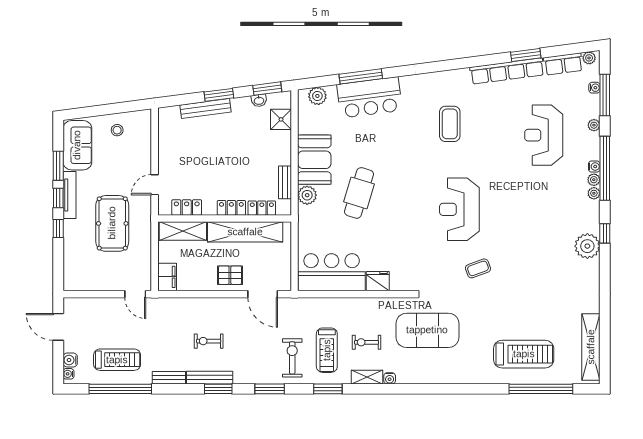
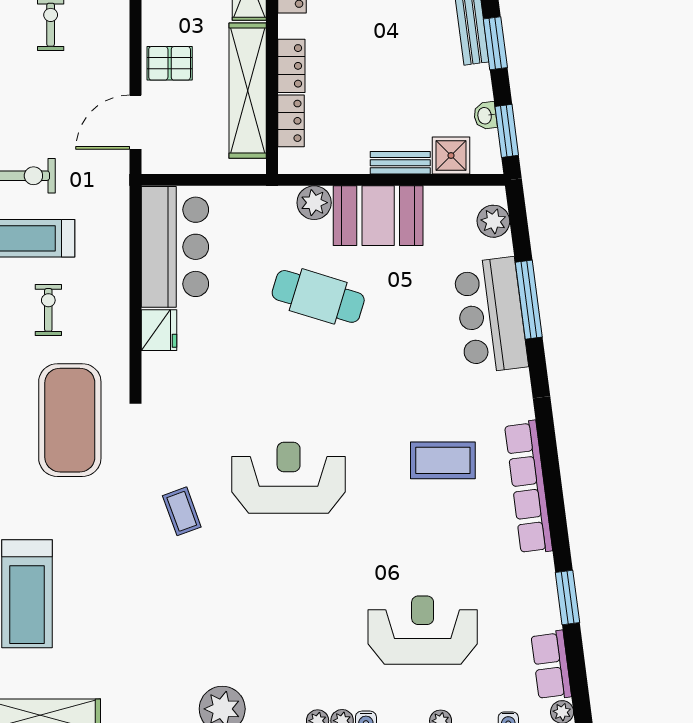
row of seats: (507, 71) -> (529, 487), moved
bench: (285, 182) -> (400, 163), moved
pallet: (230, 275) -> (170, 63), turned 90

